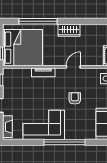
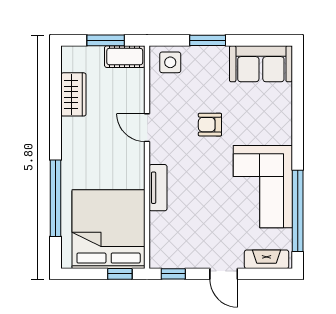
wardrobe: (69, 30) -> (73, 94), moved
window: (64, 142) -> (298, 211), moved

